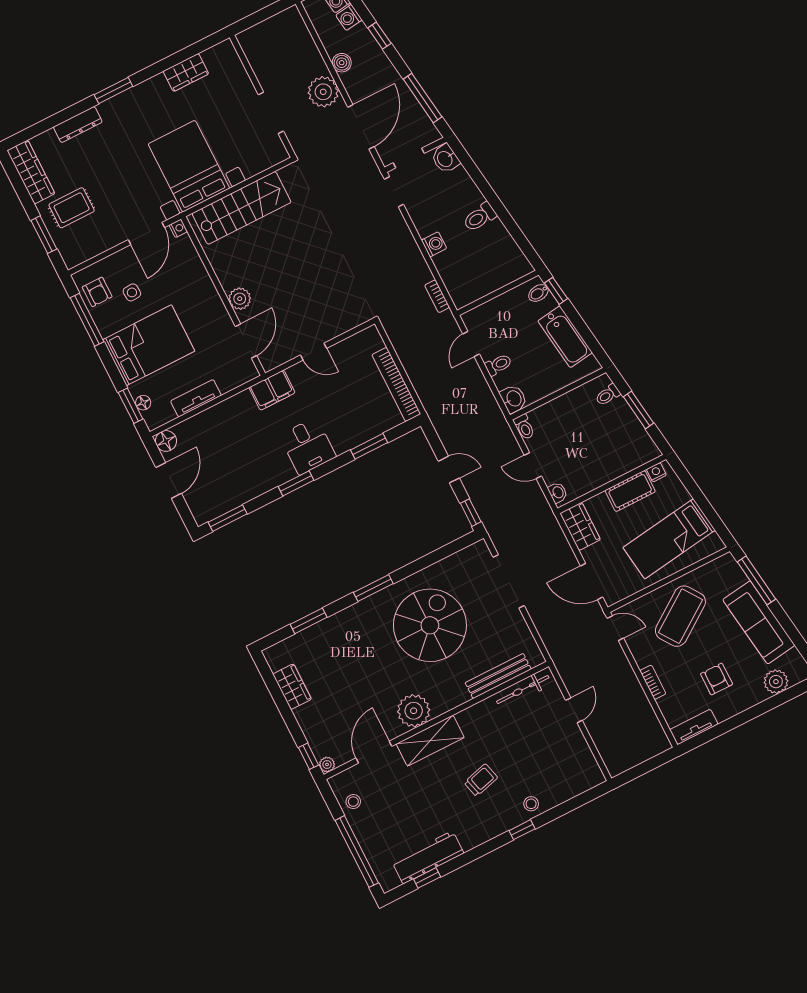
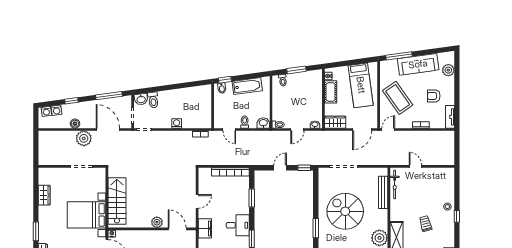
toilet: (480, 217) -> (153, 100), moved

